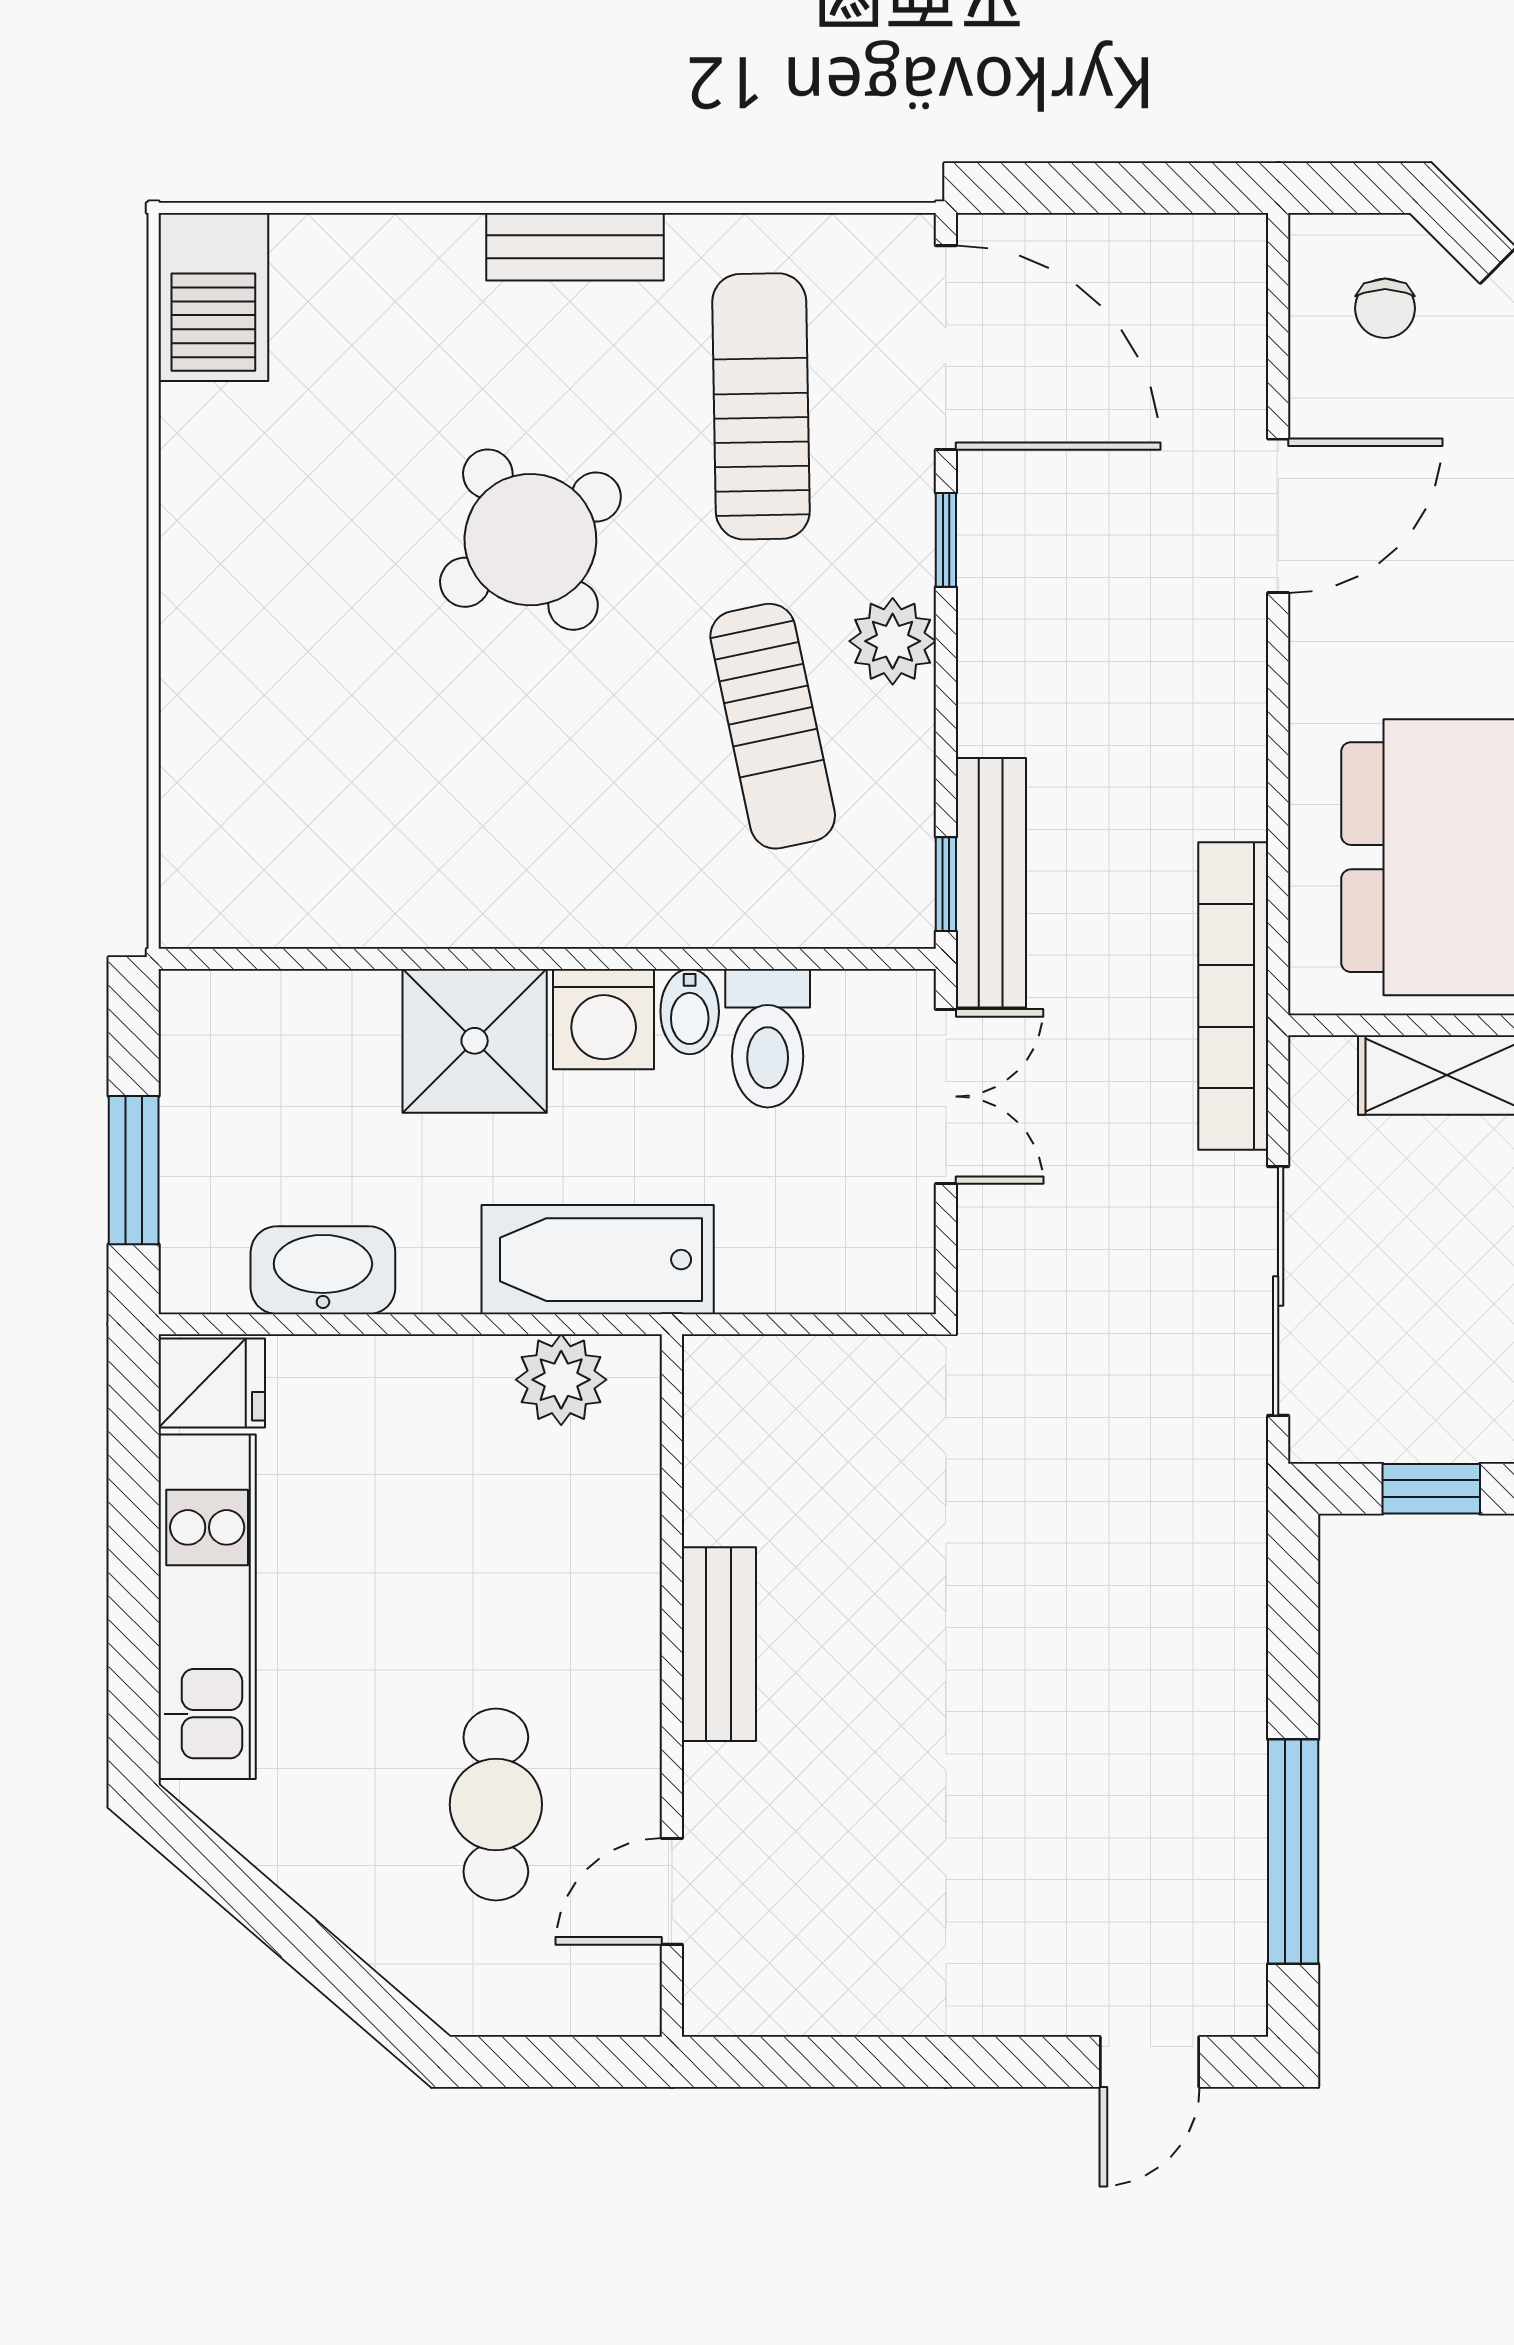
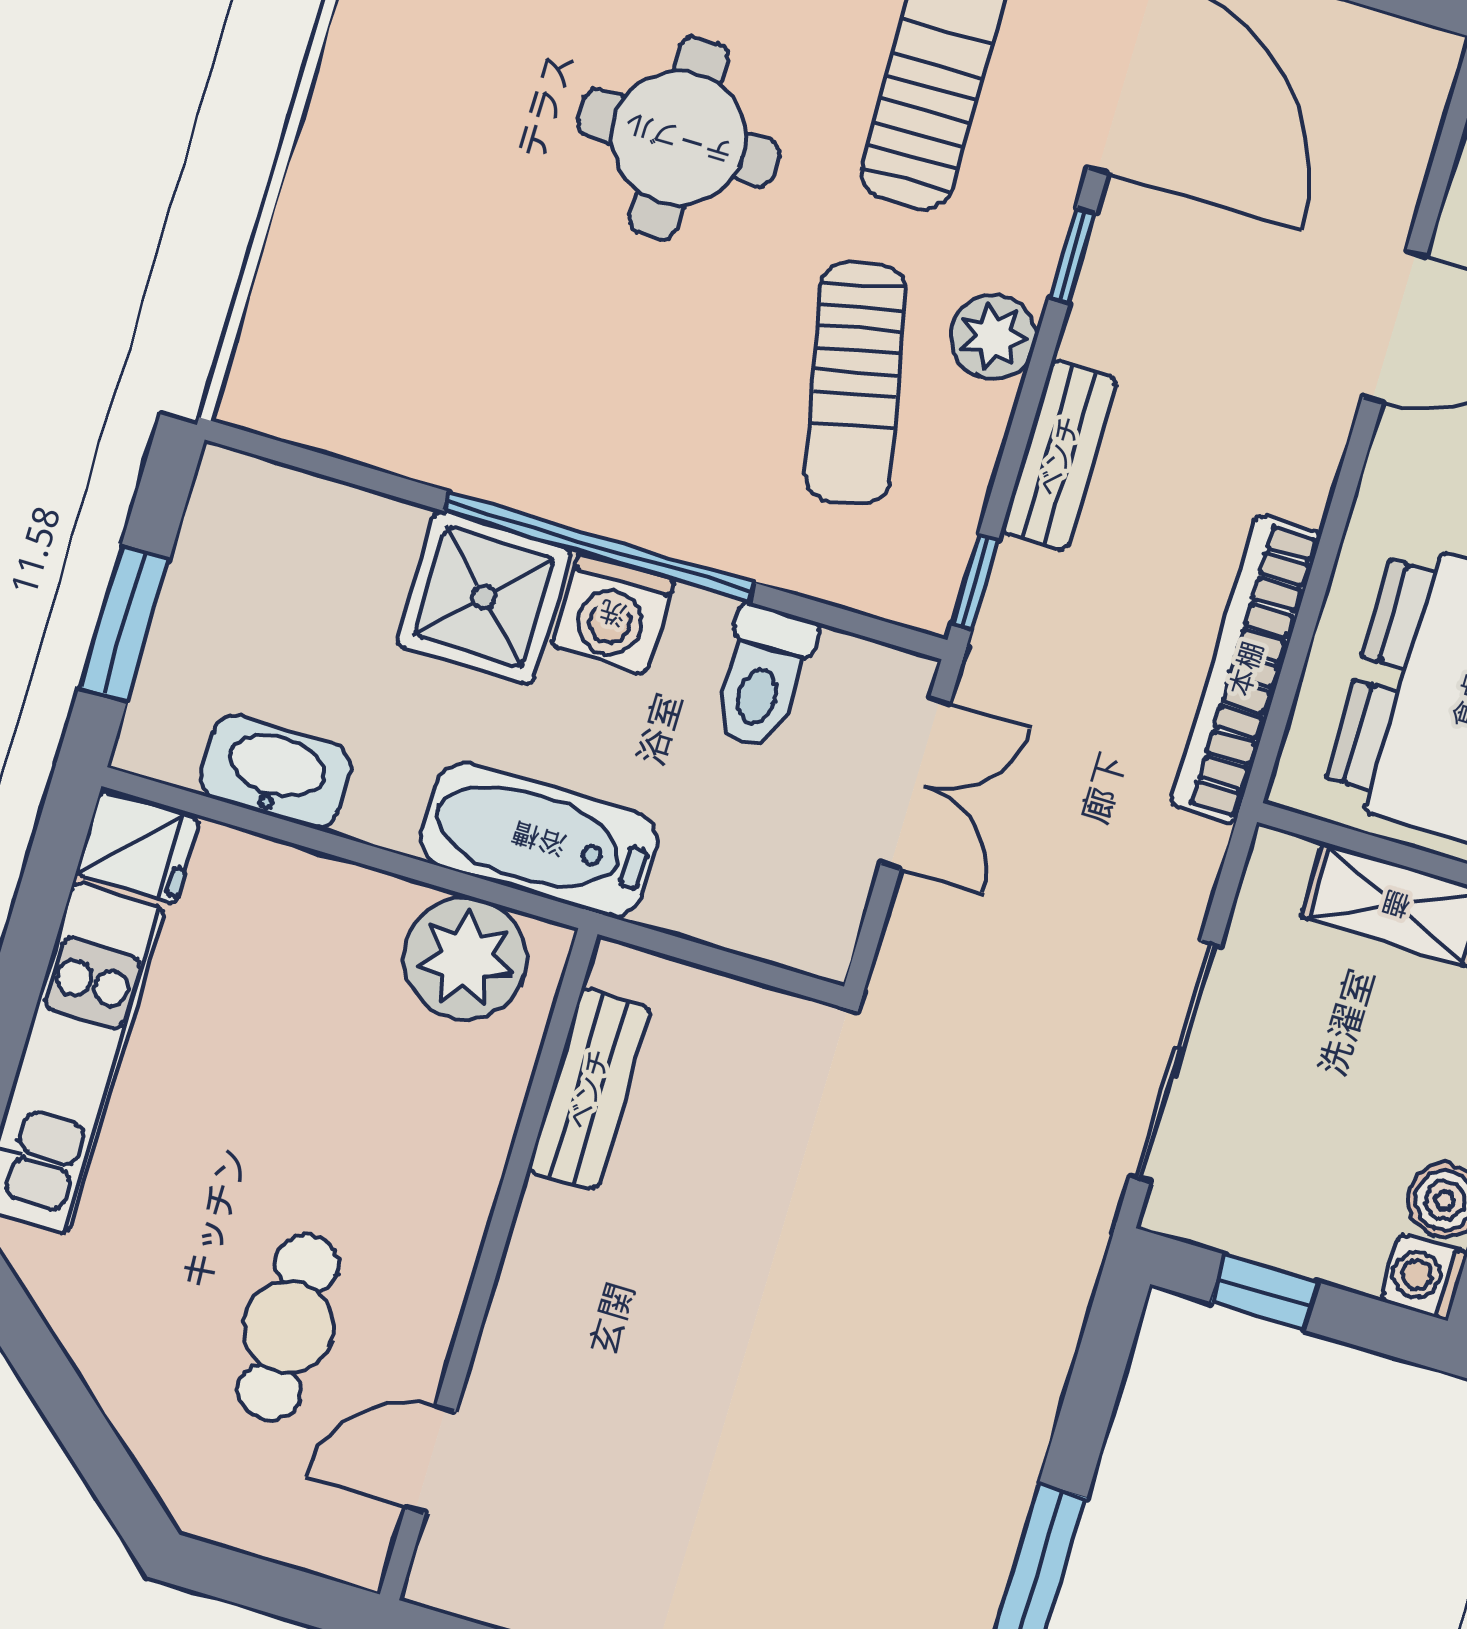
round table: (530, 540) -> (679, 138), turned 33
bench: (991, 883) -> (1059, 456), moved, width x0.73
window: (572, 959) -> (599, 547), added
bookcase: (1233, 996) -> (1246, 669), moved
bidet: (690, 1012) -> (696, 630), removed
plant: (561, 1380) -> (466, 959), width x1.36, depth x1.36
bench: (719, 1644) -> (589, 1089), moved

